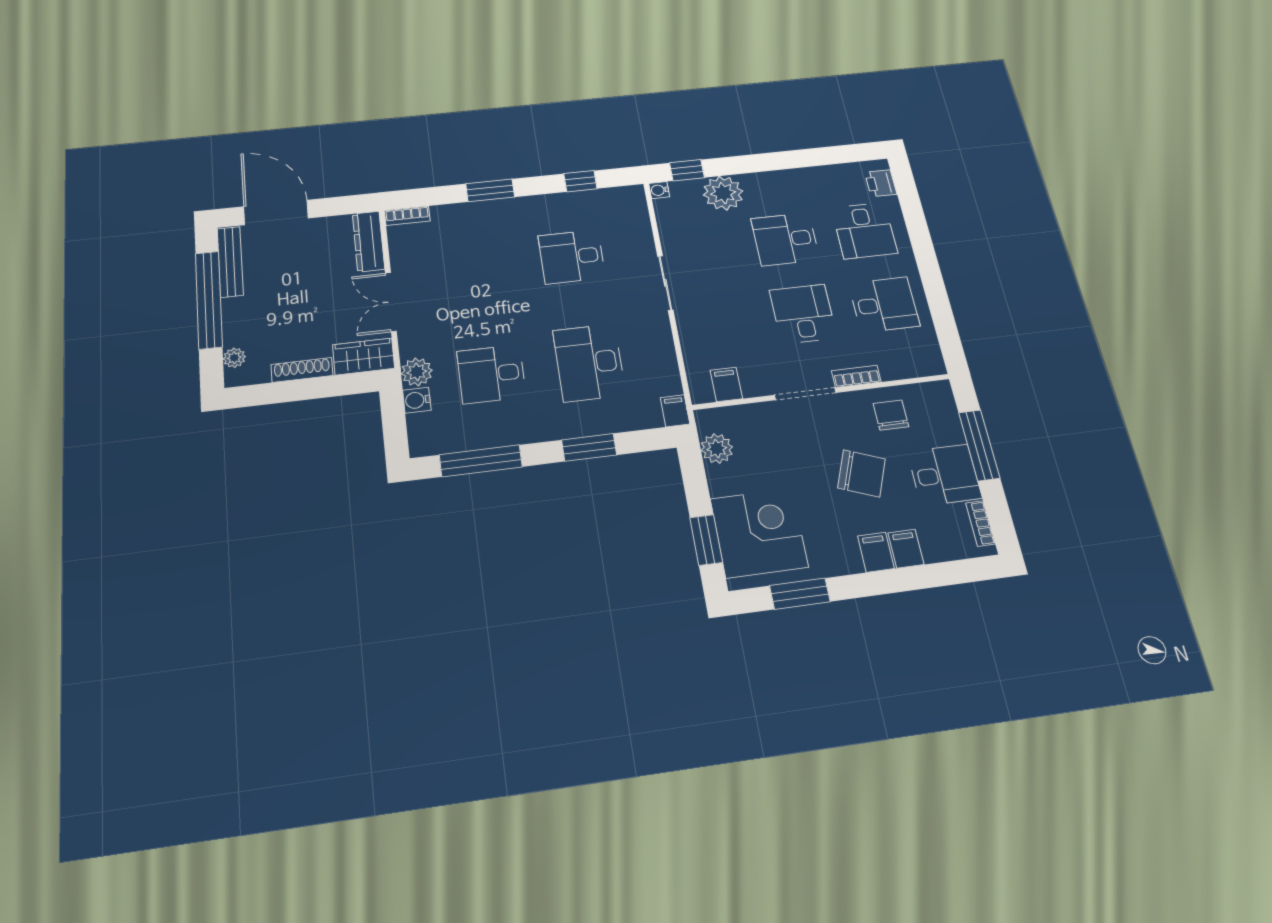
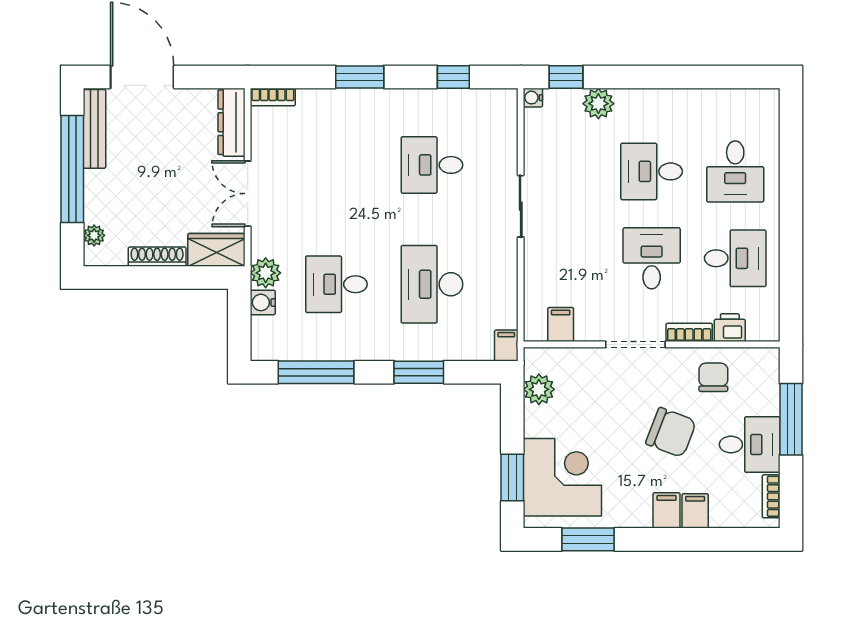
printer: (881, 183) -> (730, 328), moved, turned 90
plant: (723, 193) -> (598, 104), width x0.73, depth x0.73

